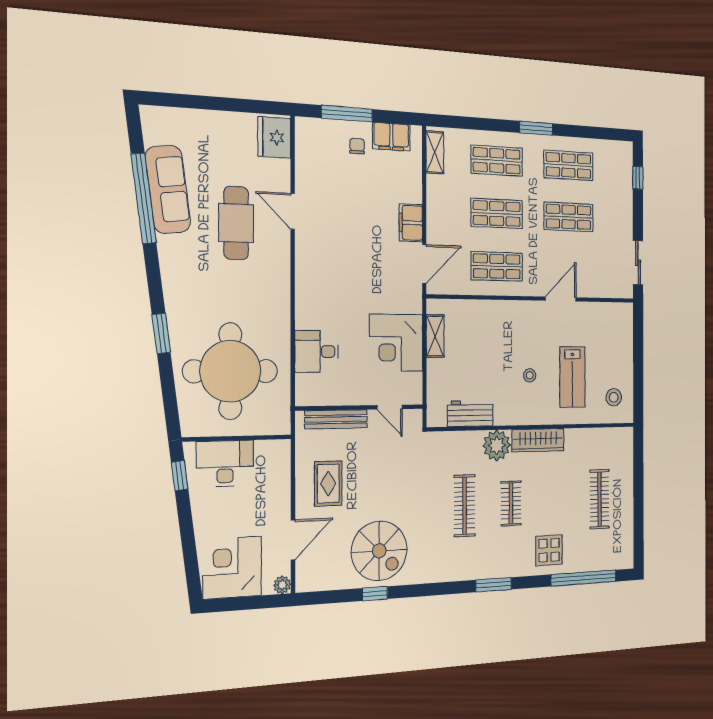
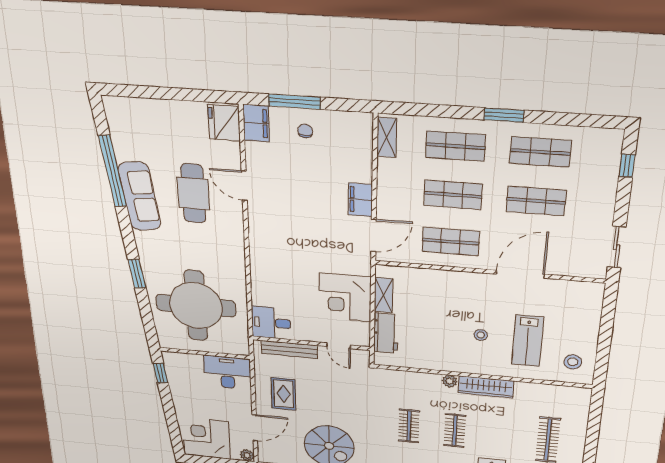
filing cabinet: (391, 137) -> (256, 123), moved, turned -90
sofa: (168, 189) -> (139, 196), moved
door: (561, 299) -> (520, 274), width x1.36
desk: (317, 351) -> (271, 323), moved
workbench: (470, 413) -> (386, 333), moved, turned 90
plant: (497, 445) -> (450, 381), width x0.53, depth x0.53
desk: (225, 464) -> (227, 372), moved
clothes rail: (465, 506) -> (409, 426), width x0.73

